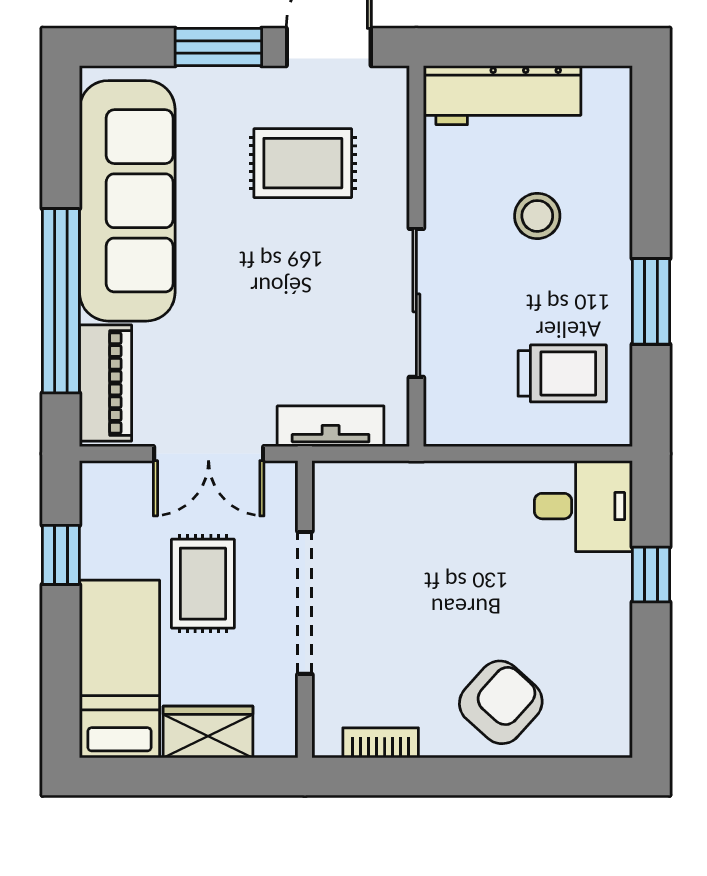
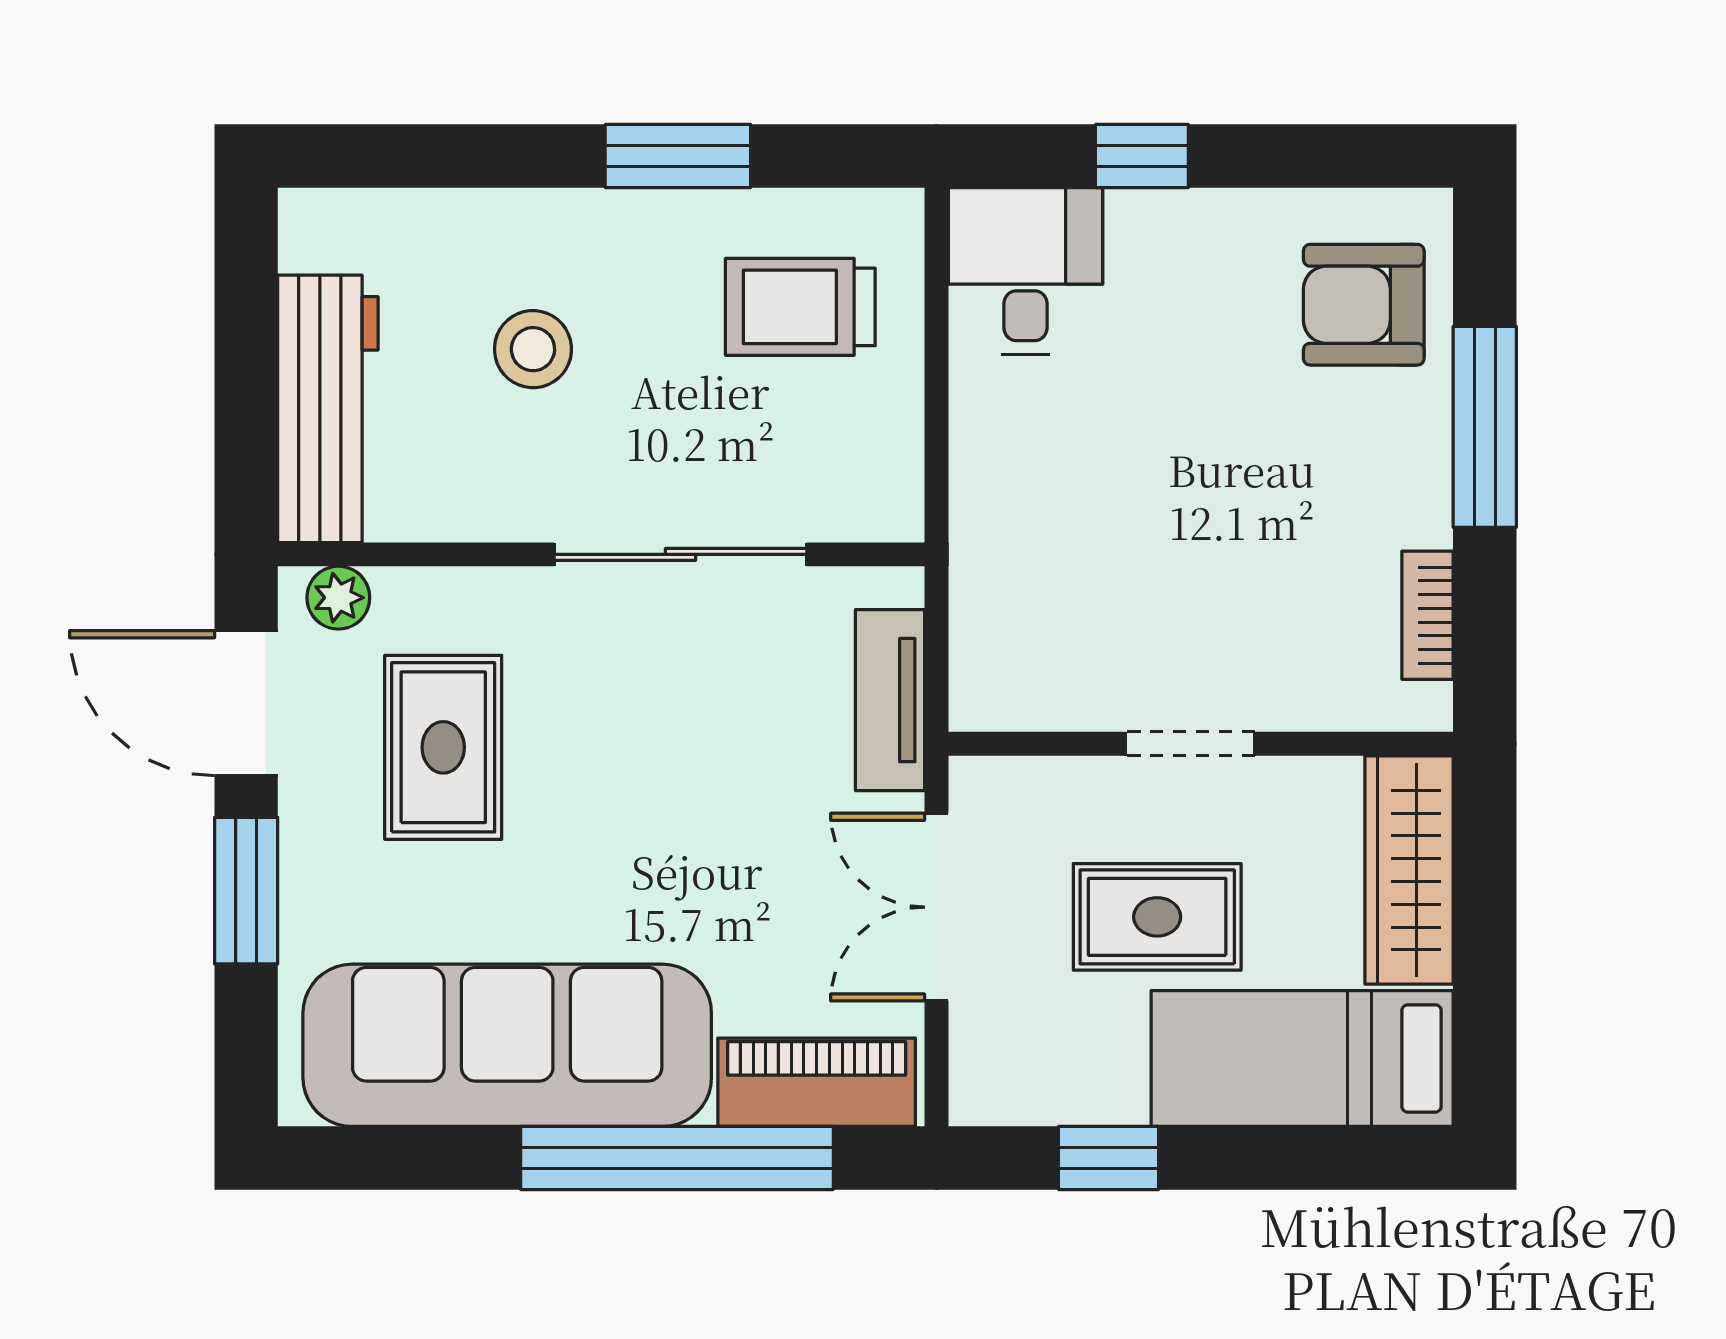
plant: (391, 101) -> (338, 598), added
trolley: (562, 373) -> (800, 307), turned -90
double door: (209, 454) -> (936, 907), swing flipped
doorway: (305, 603) -> (1190, 744), width x0.53
armchair: (501, 702) -> (1364, 305), moved, turned -42
wardrobe: (208, 732) -> (1409, 870), width x1.50
window: (492, 777) -> (1485, 427), added

